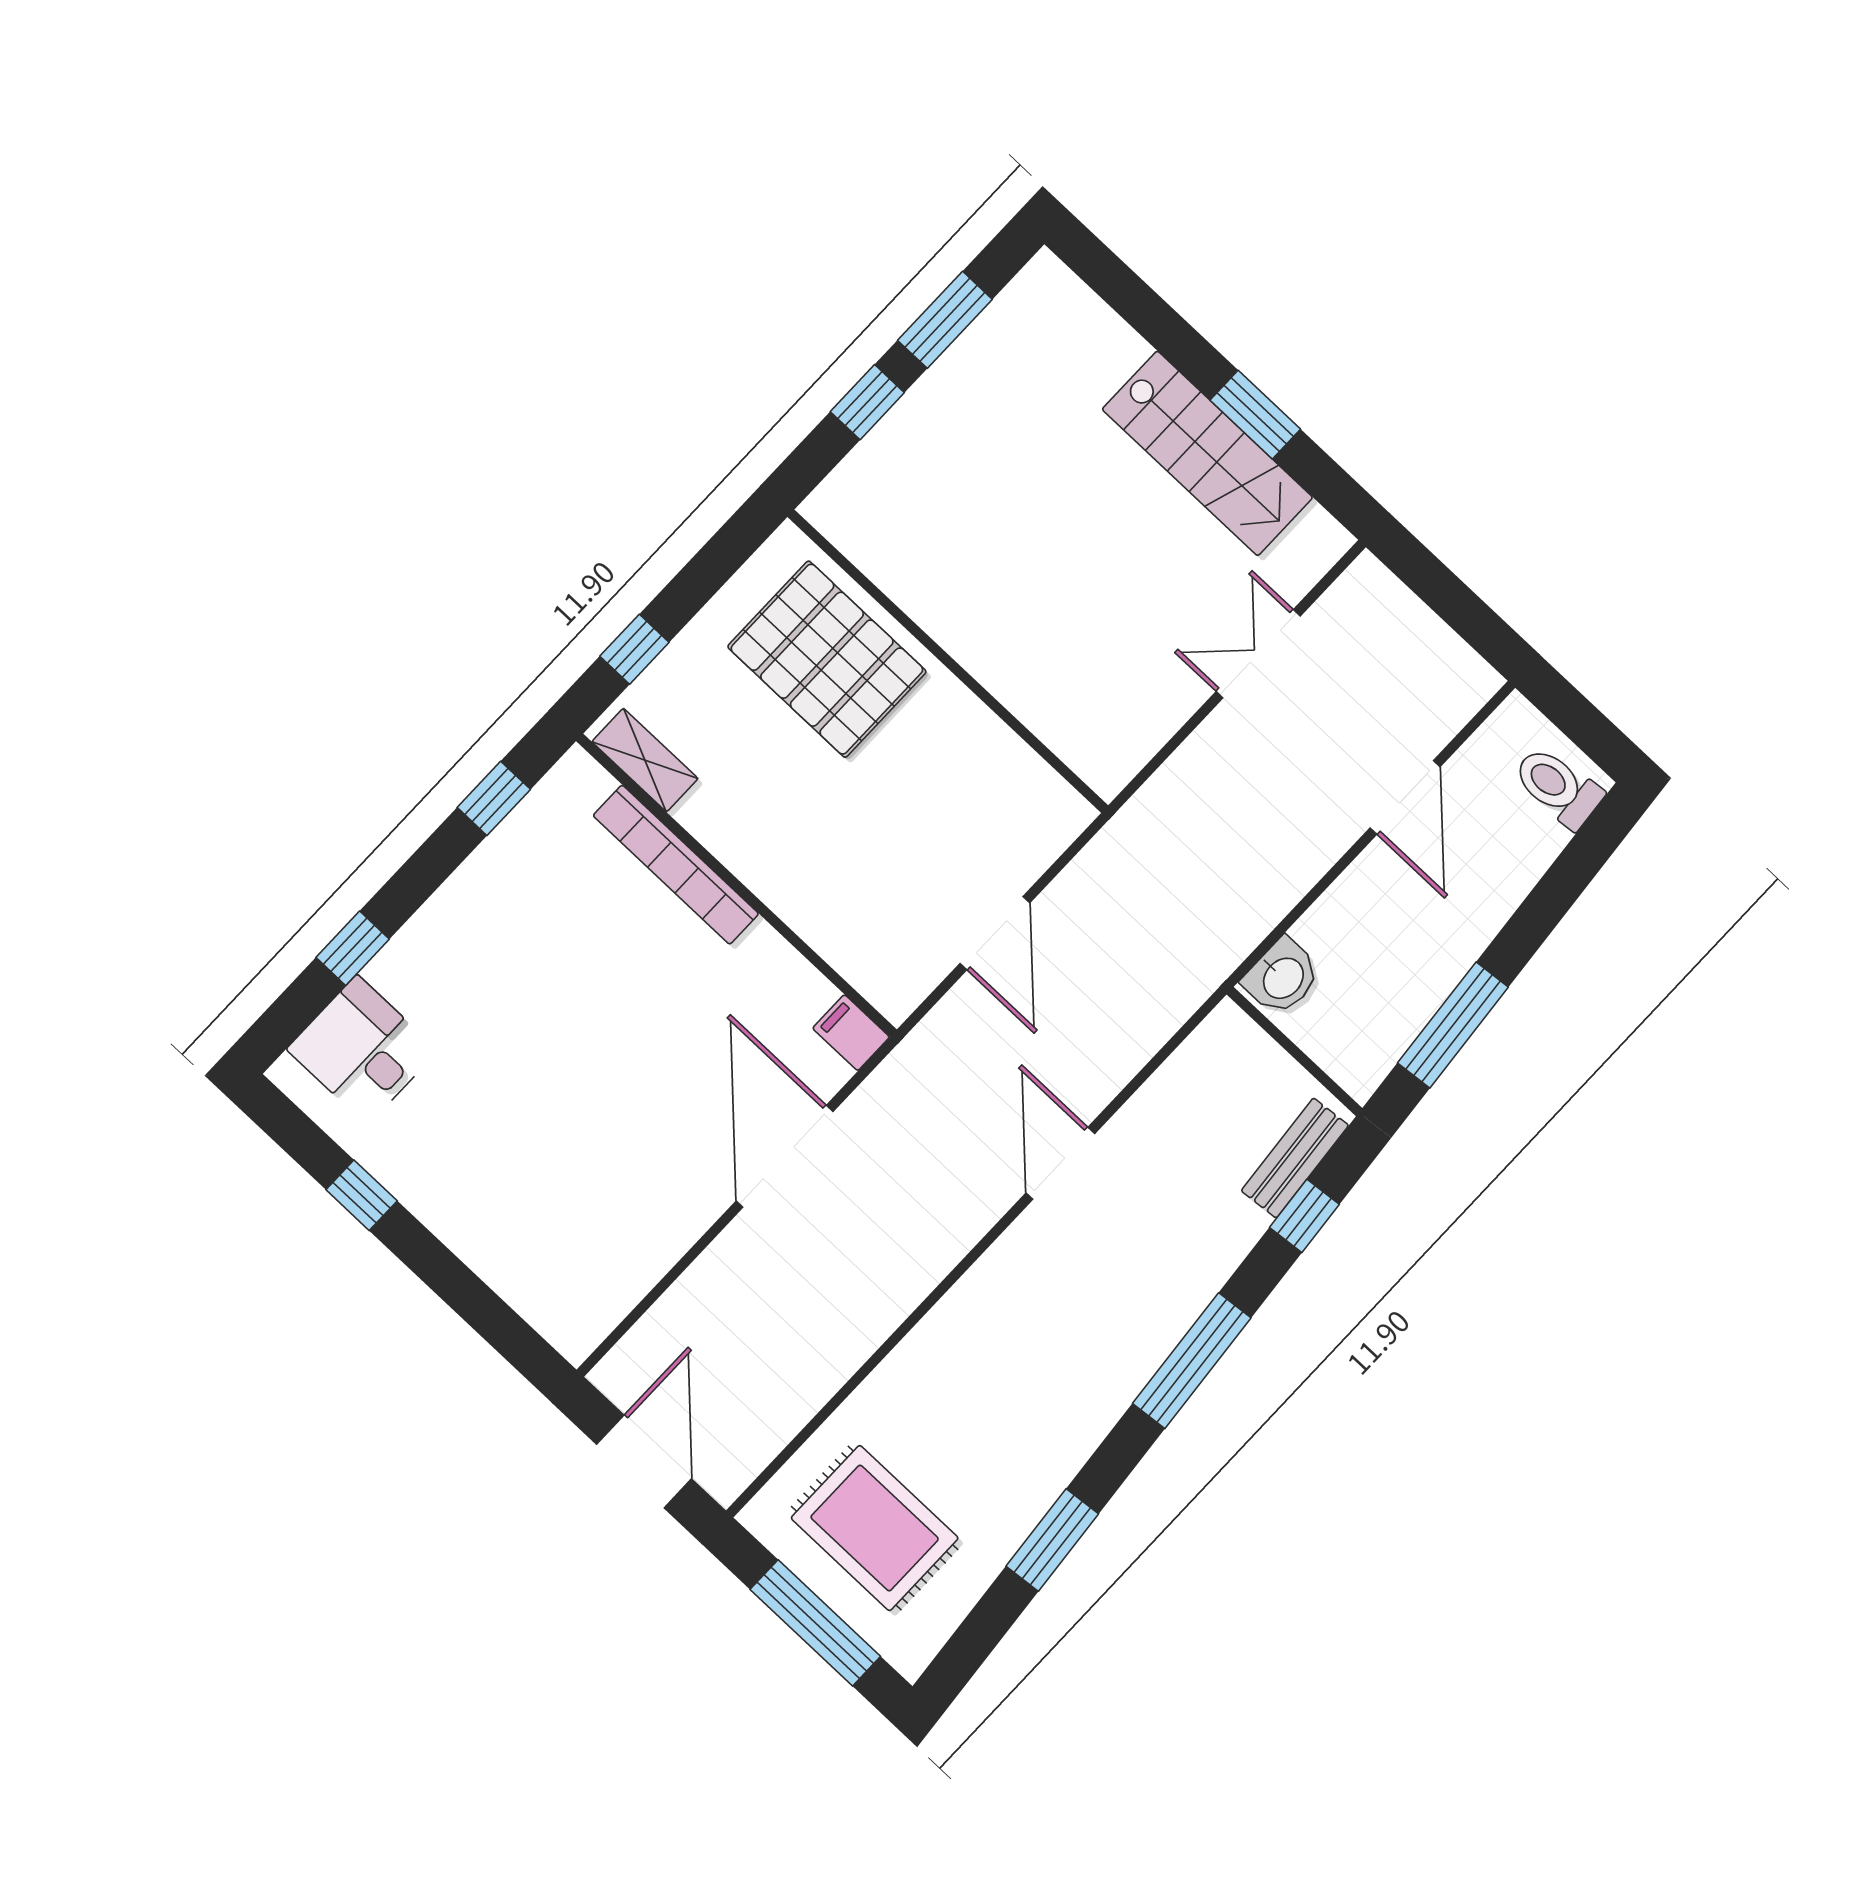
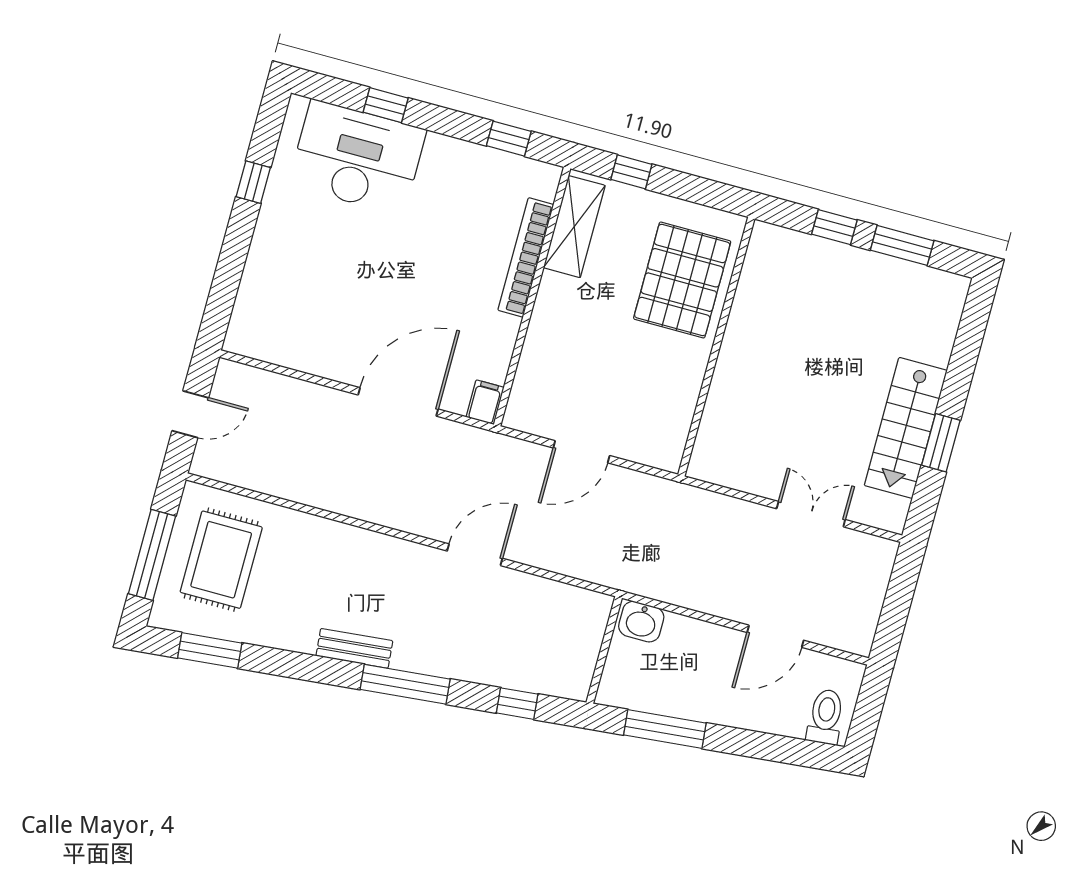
shelving: (645, 760) -> (574, 227), width x1.50, depth x1.33
desk: (362, 1050) -> (357, 157), width x1.87, depth x1.30
bench: (1295, 1158) -> (354, 648), moved
door: (644, 1461) -> (190, 414), width x0.73
window: (1052, 1540) -> (210, 650), moved

